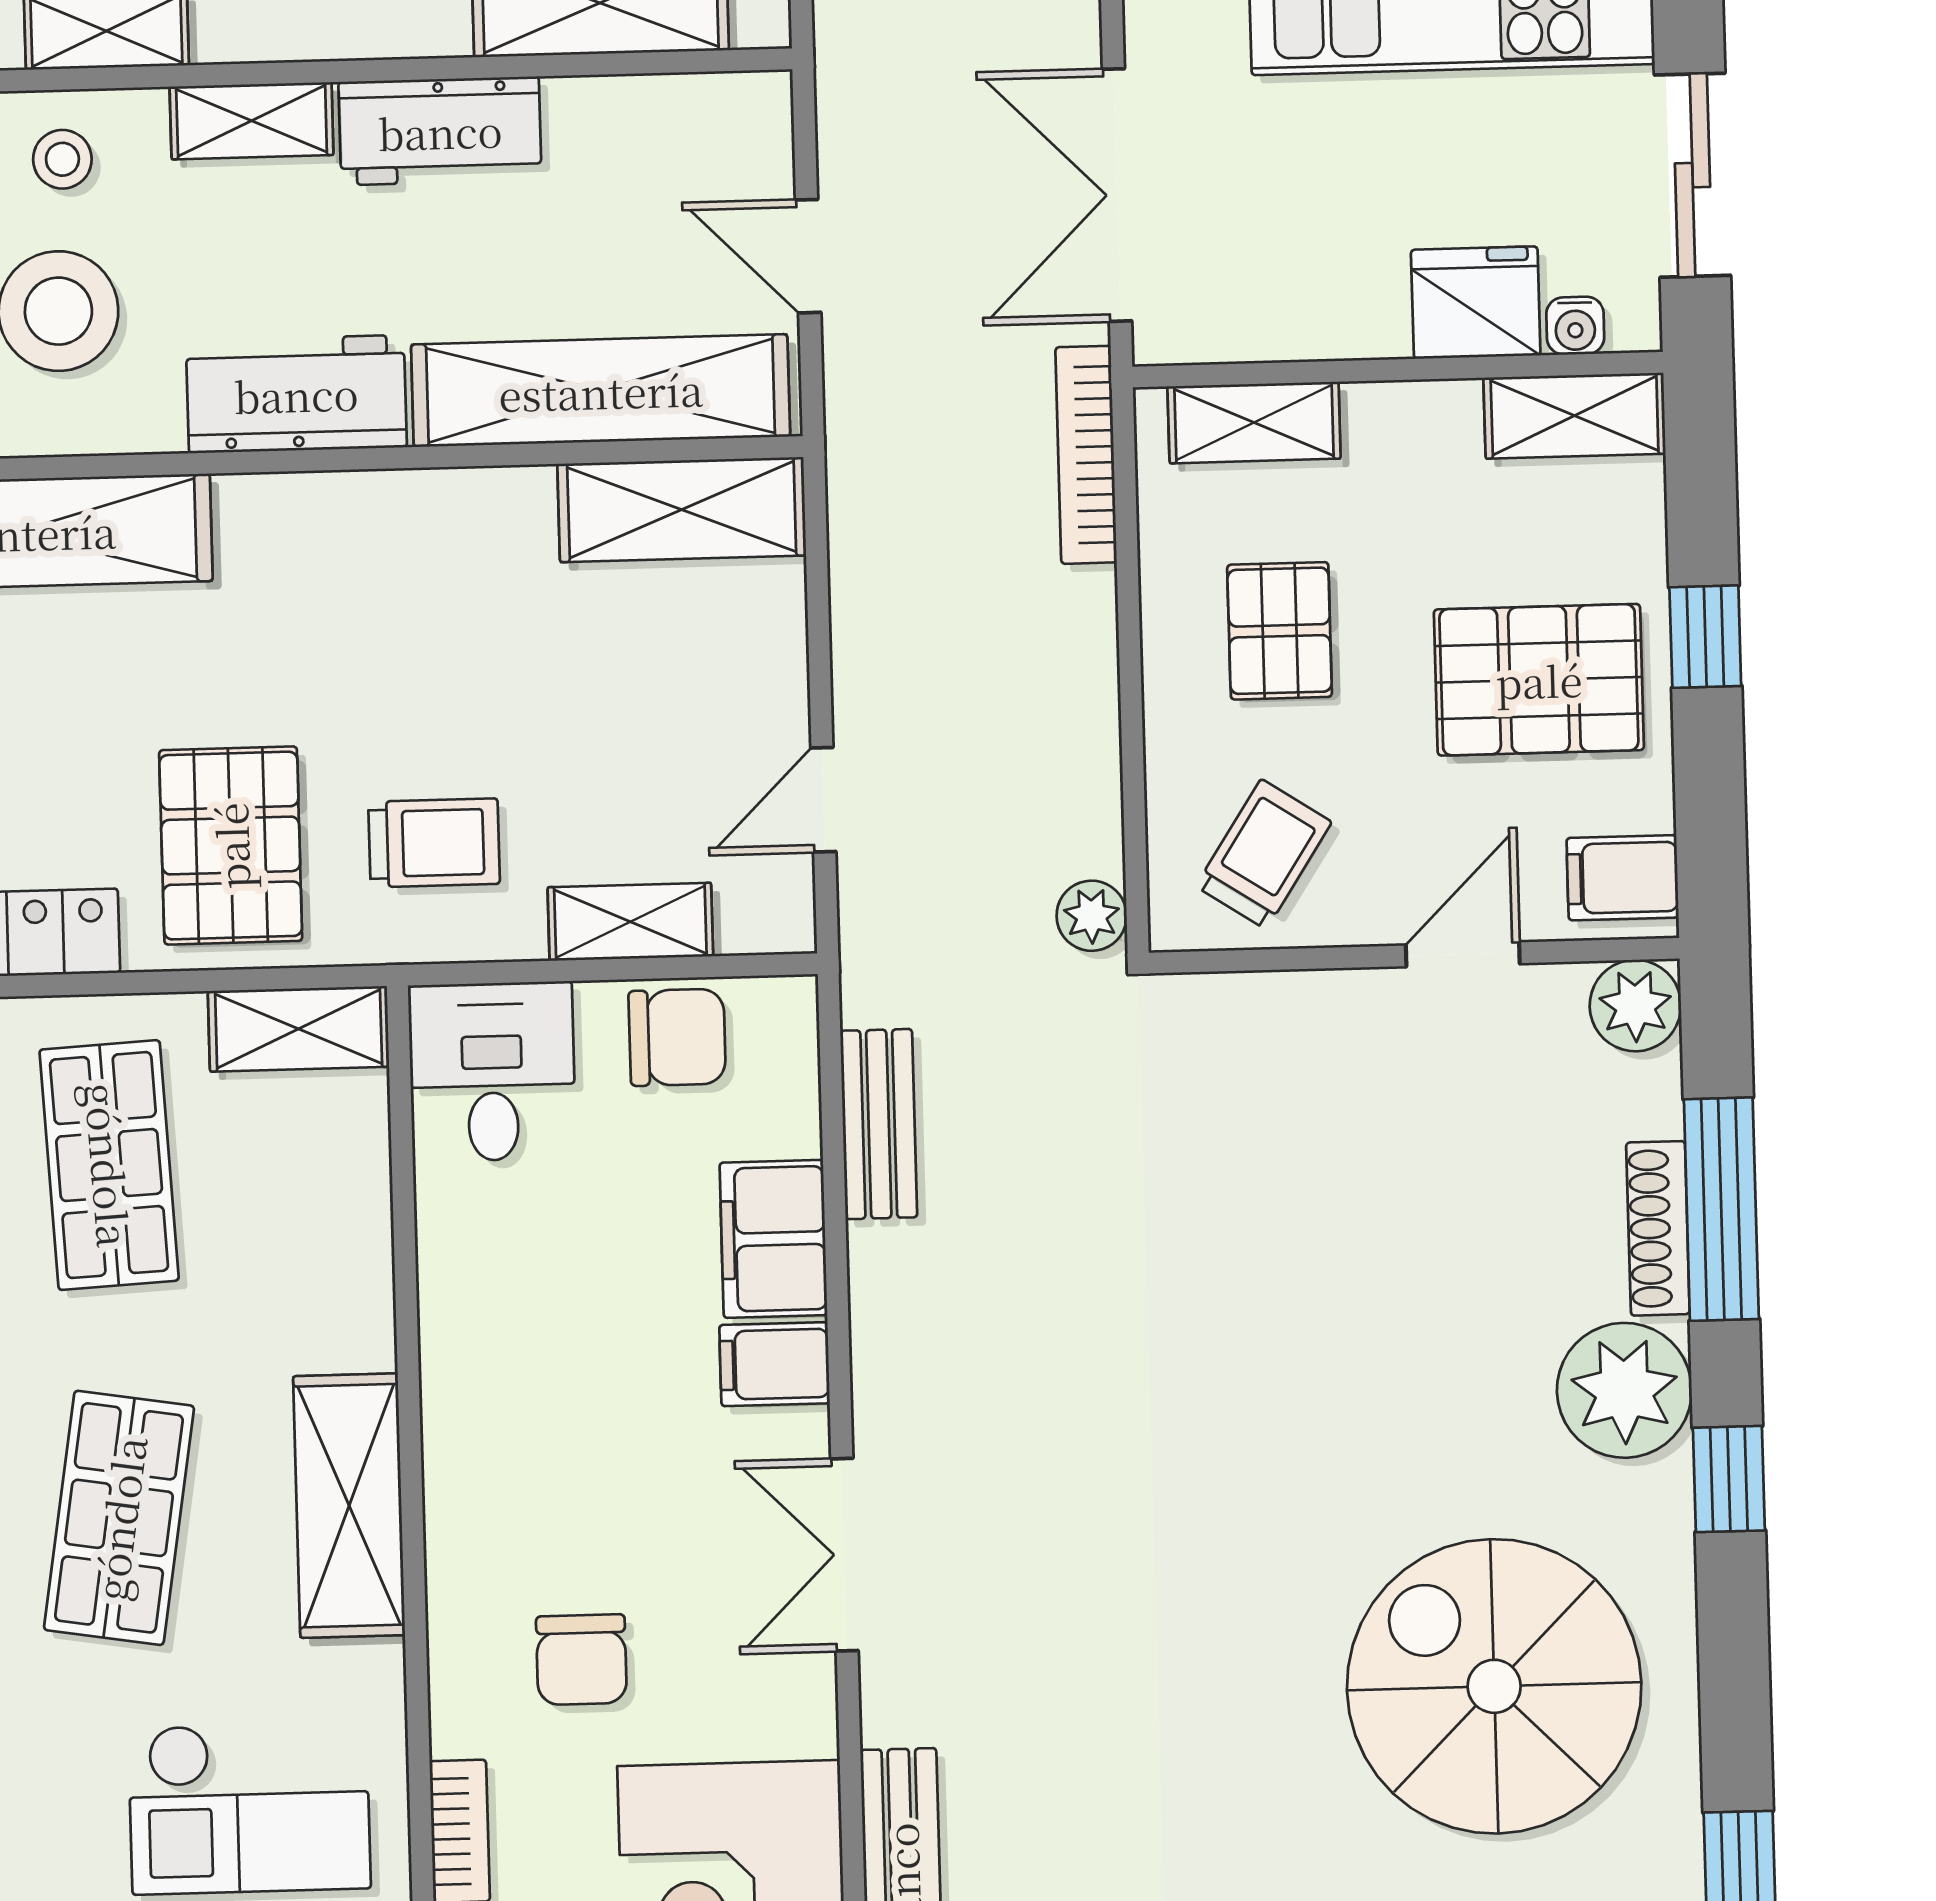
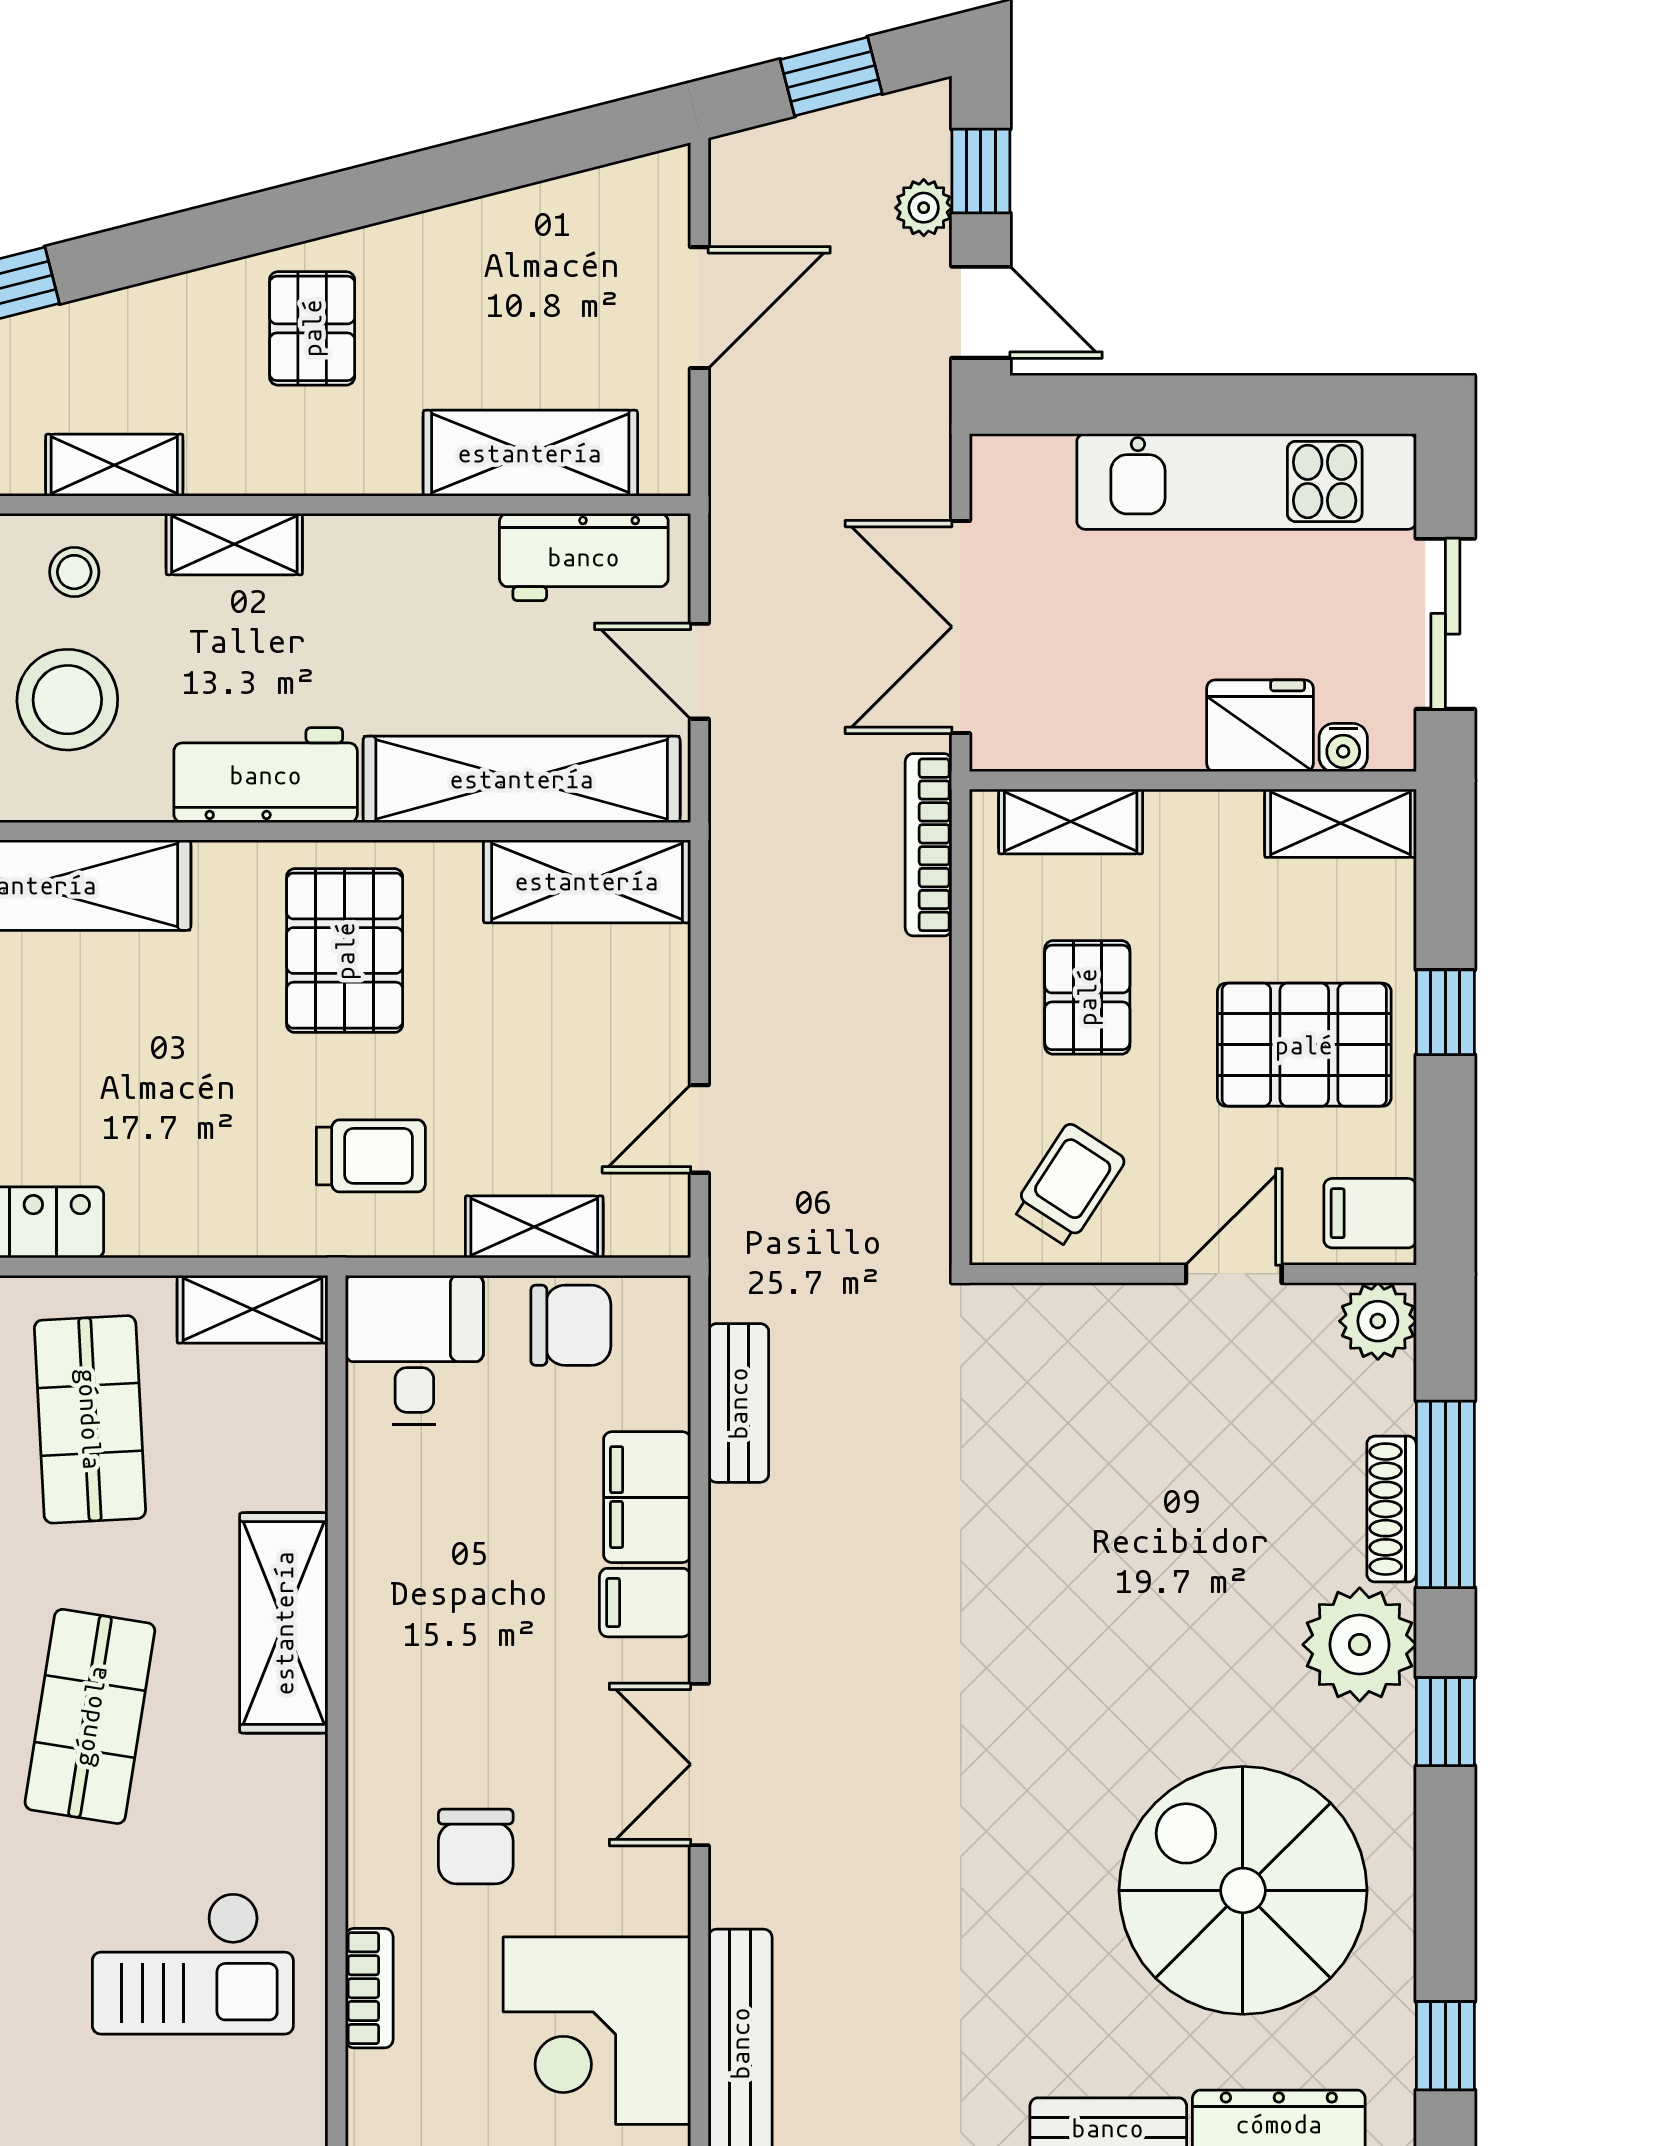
workbench: (440, 131) -> (584, 557), moved
pallet: (231, 846) -> (345, 951), moved
plant: (1092, 916) -> (922, 1233), removed
shelving: (349, 1506) -> (284, 1623), moved

